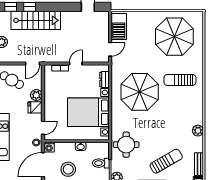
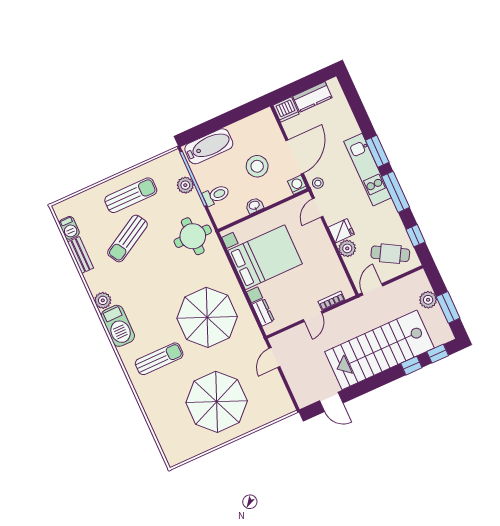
stairs: (36, 20) -> (380, 350), width x1.36, depth x1.51
barbecue: (119, 26) -> (118, 326), moved, turned 180
parasol: (174, 37) -> (217, 402), moved

